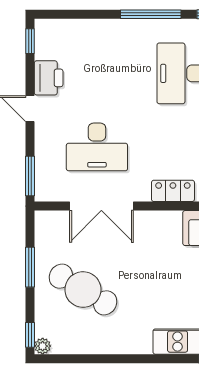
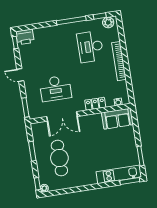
printer: (49, 78) -> (25, 37), moved, turned 90
cafe table: (83, 290) -> (59, 158), turned 59

